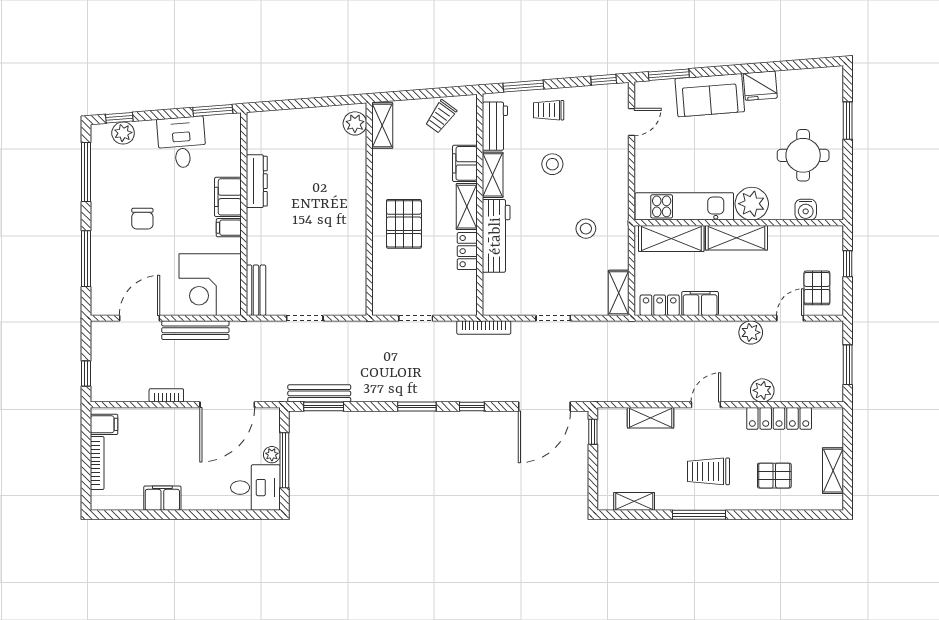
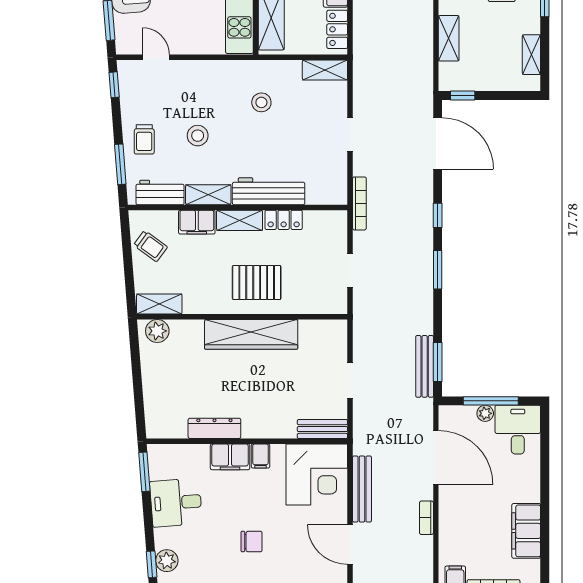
wardrobe: (352, 218) -> (251, 334), added
filing cabinet: (162, 498) -> (526, 531), width x1.50, depth x1.17

